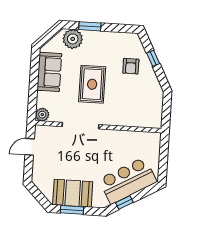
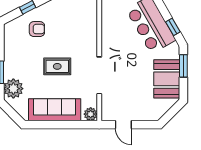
sofa: (49, 72) -> (55, 110), width x1.36
rug: (92, 84) -> (57, 66), width x0.73, depth x0.70
window: (72, 210) -> (183, 66), moved

